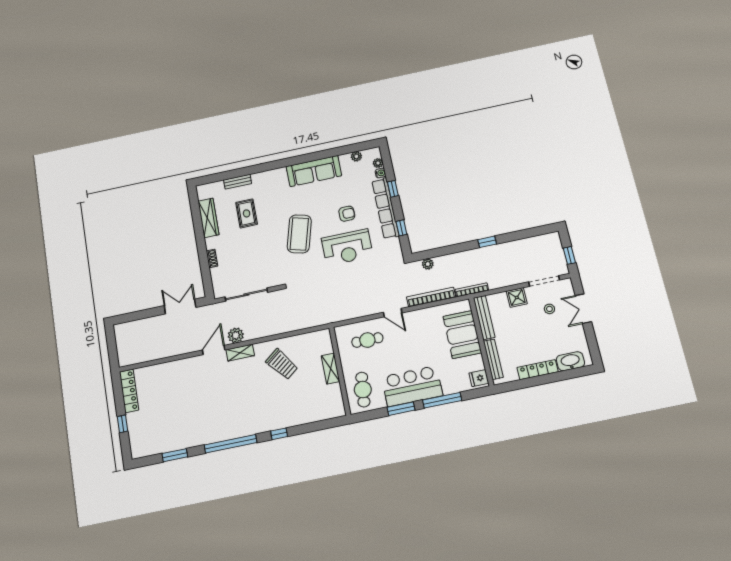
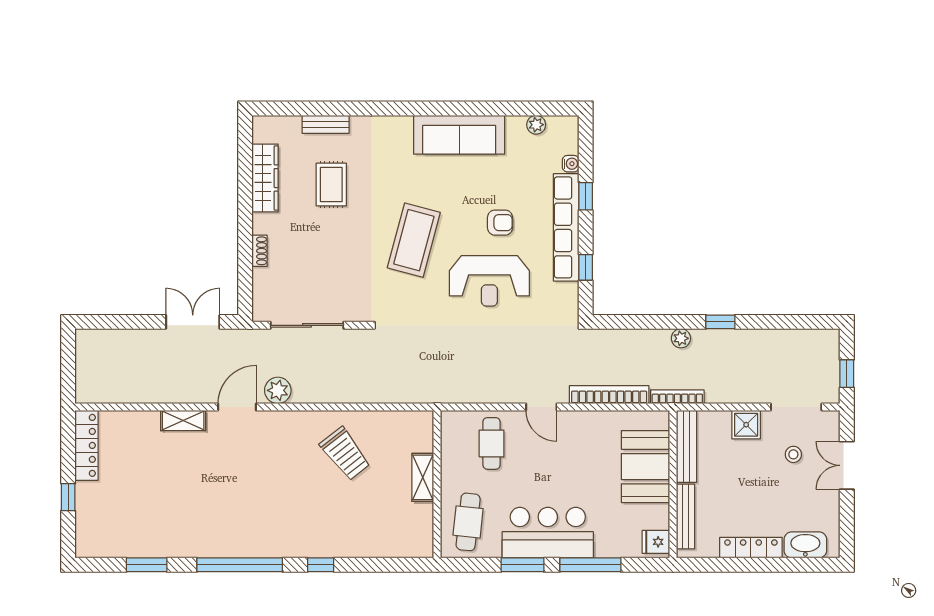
plant: (378, 163) -> (570, 145), removed
plant: (428, 264) -> (681, 338), moved
cafe table: (367, 340) -> (492, 443), turned 90
shelving: (240, 353) -> (183, 421), moved

